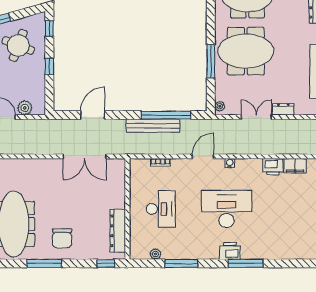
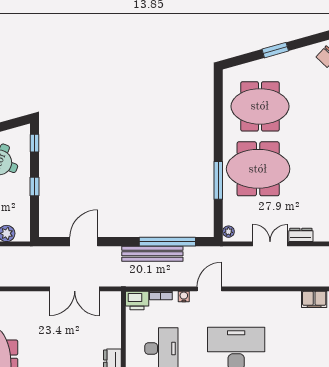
water cooler: (230, 163) -> (184, 296), moved
printer: (273, 167) -> (137, 300), moved

